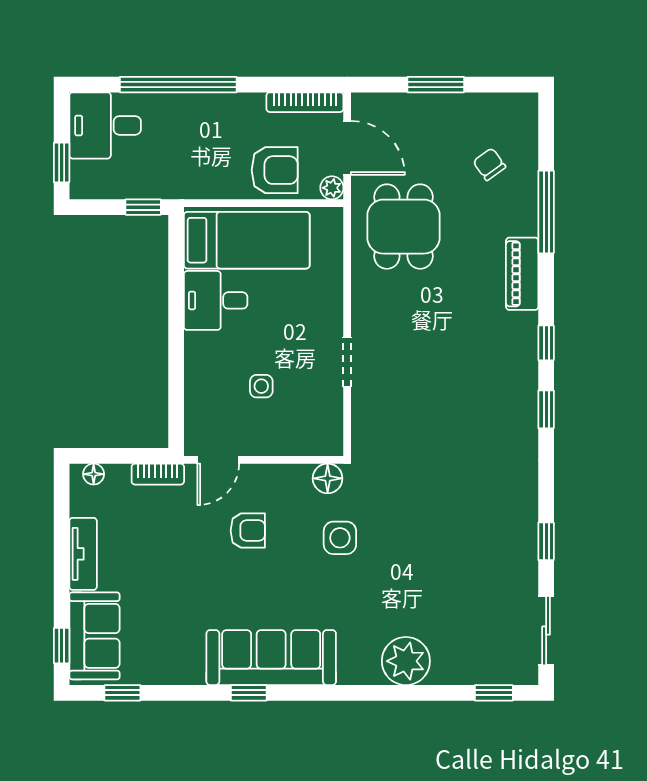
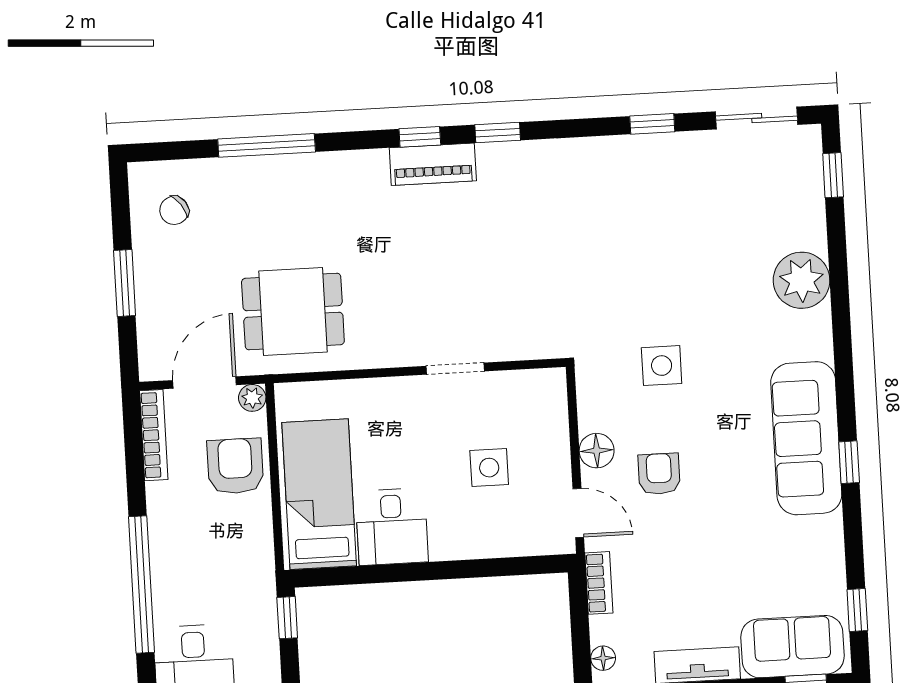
chair: (489, 164) -> (174, 210), moved
piano: (522, 274) -> (433, 164), moved
side table: (261, 386) -> (489, 468), width x1.37, depth x1.37
floor lamp: (328, 478) -> (597, 451), moved

